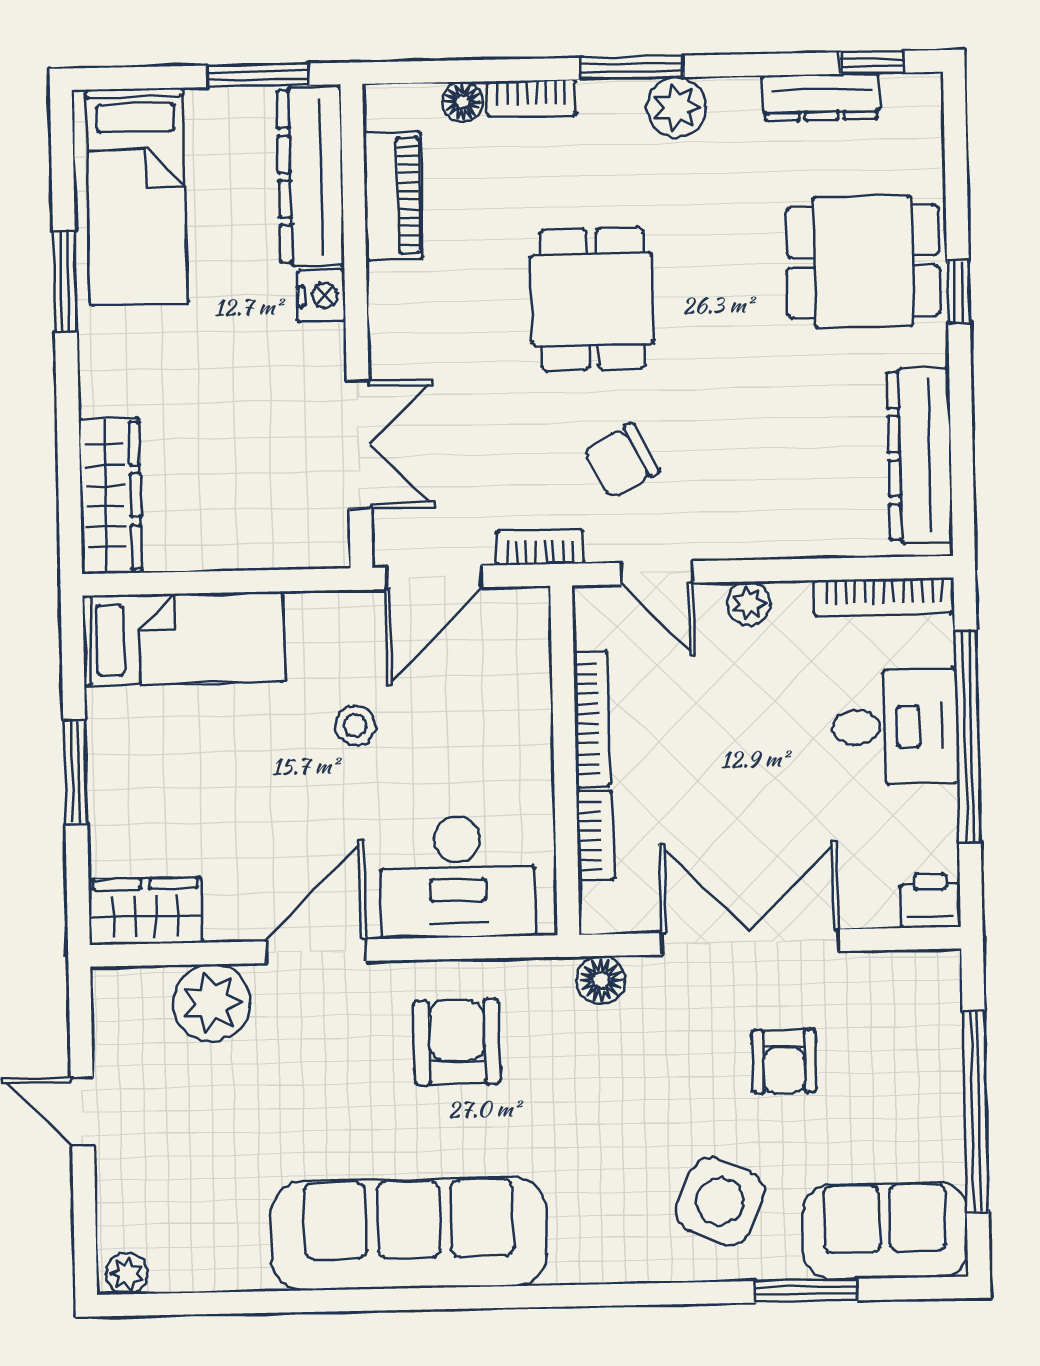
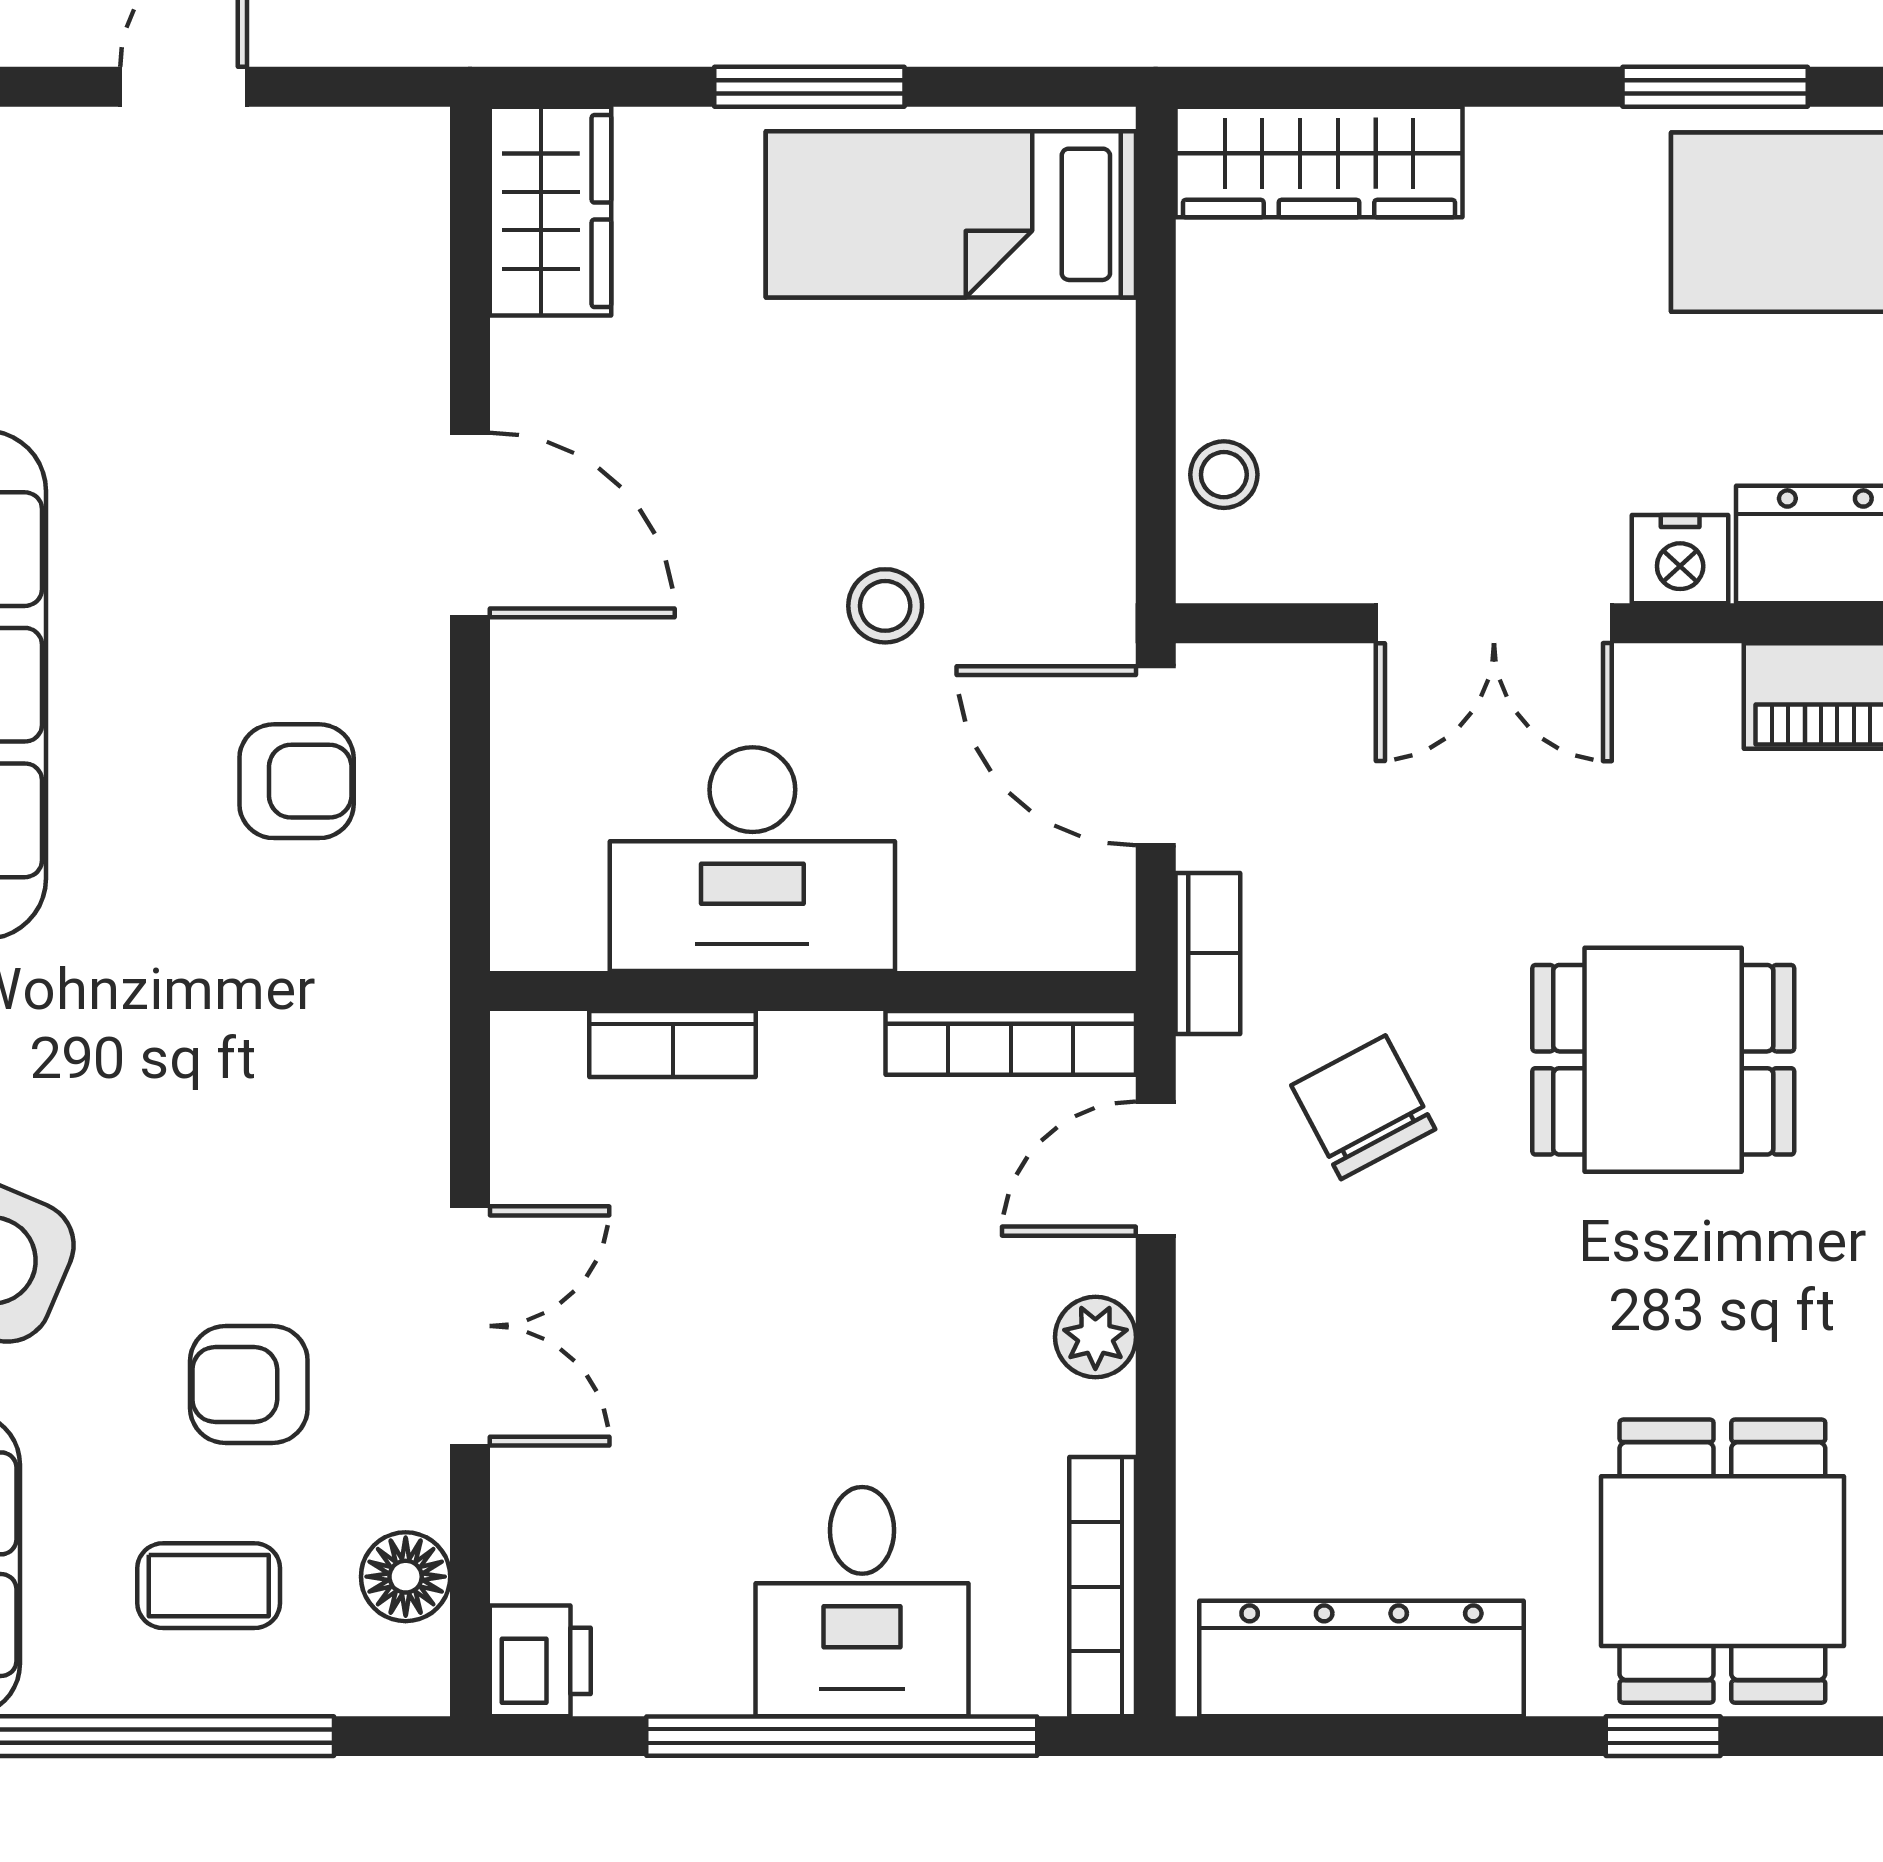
double door: (359, 445) -> (1494, 623), moved
stool: (281, 544) -> (1224, 475), added
bed: (183, 639) -> (951, 214), moved, turned 90
bookcase: (592, 719) -> (1011, 1043), moved
desk: (458, 877) -> (752, 859), moved, turned -90
double door: (750, 942) -> (470, 1326), width x0.73
floor lamp: (601, 980) -> (406, 1577), moved
plant: (212, 1003) -> (379, 330), removed
armchair: (457, 1042) -> (297, 781), width x0.72, depth x0.72
coffee table: (893, 1081) -> (209, 1586), added

